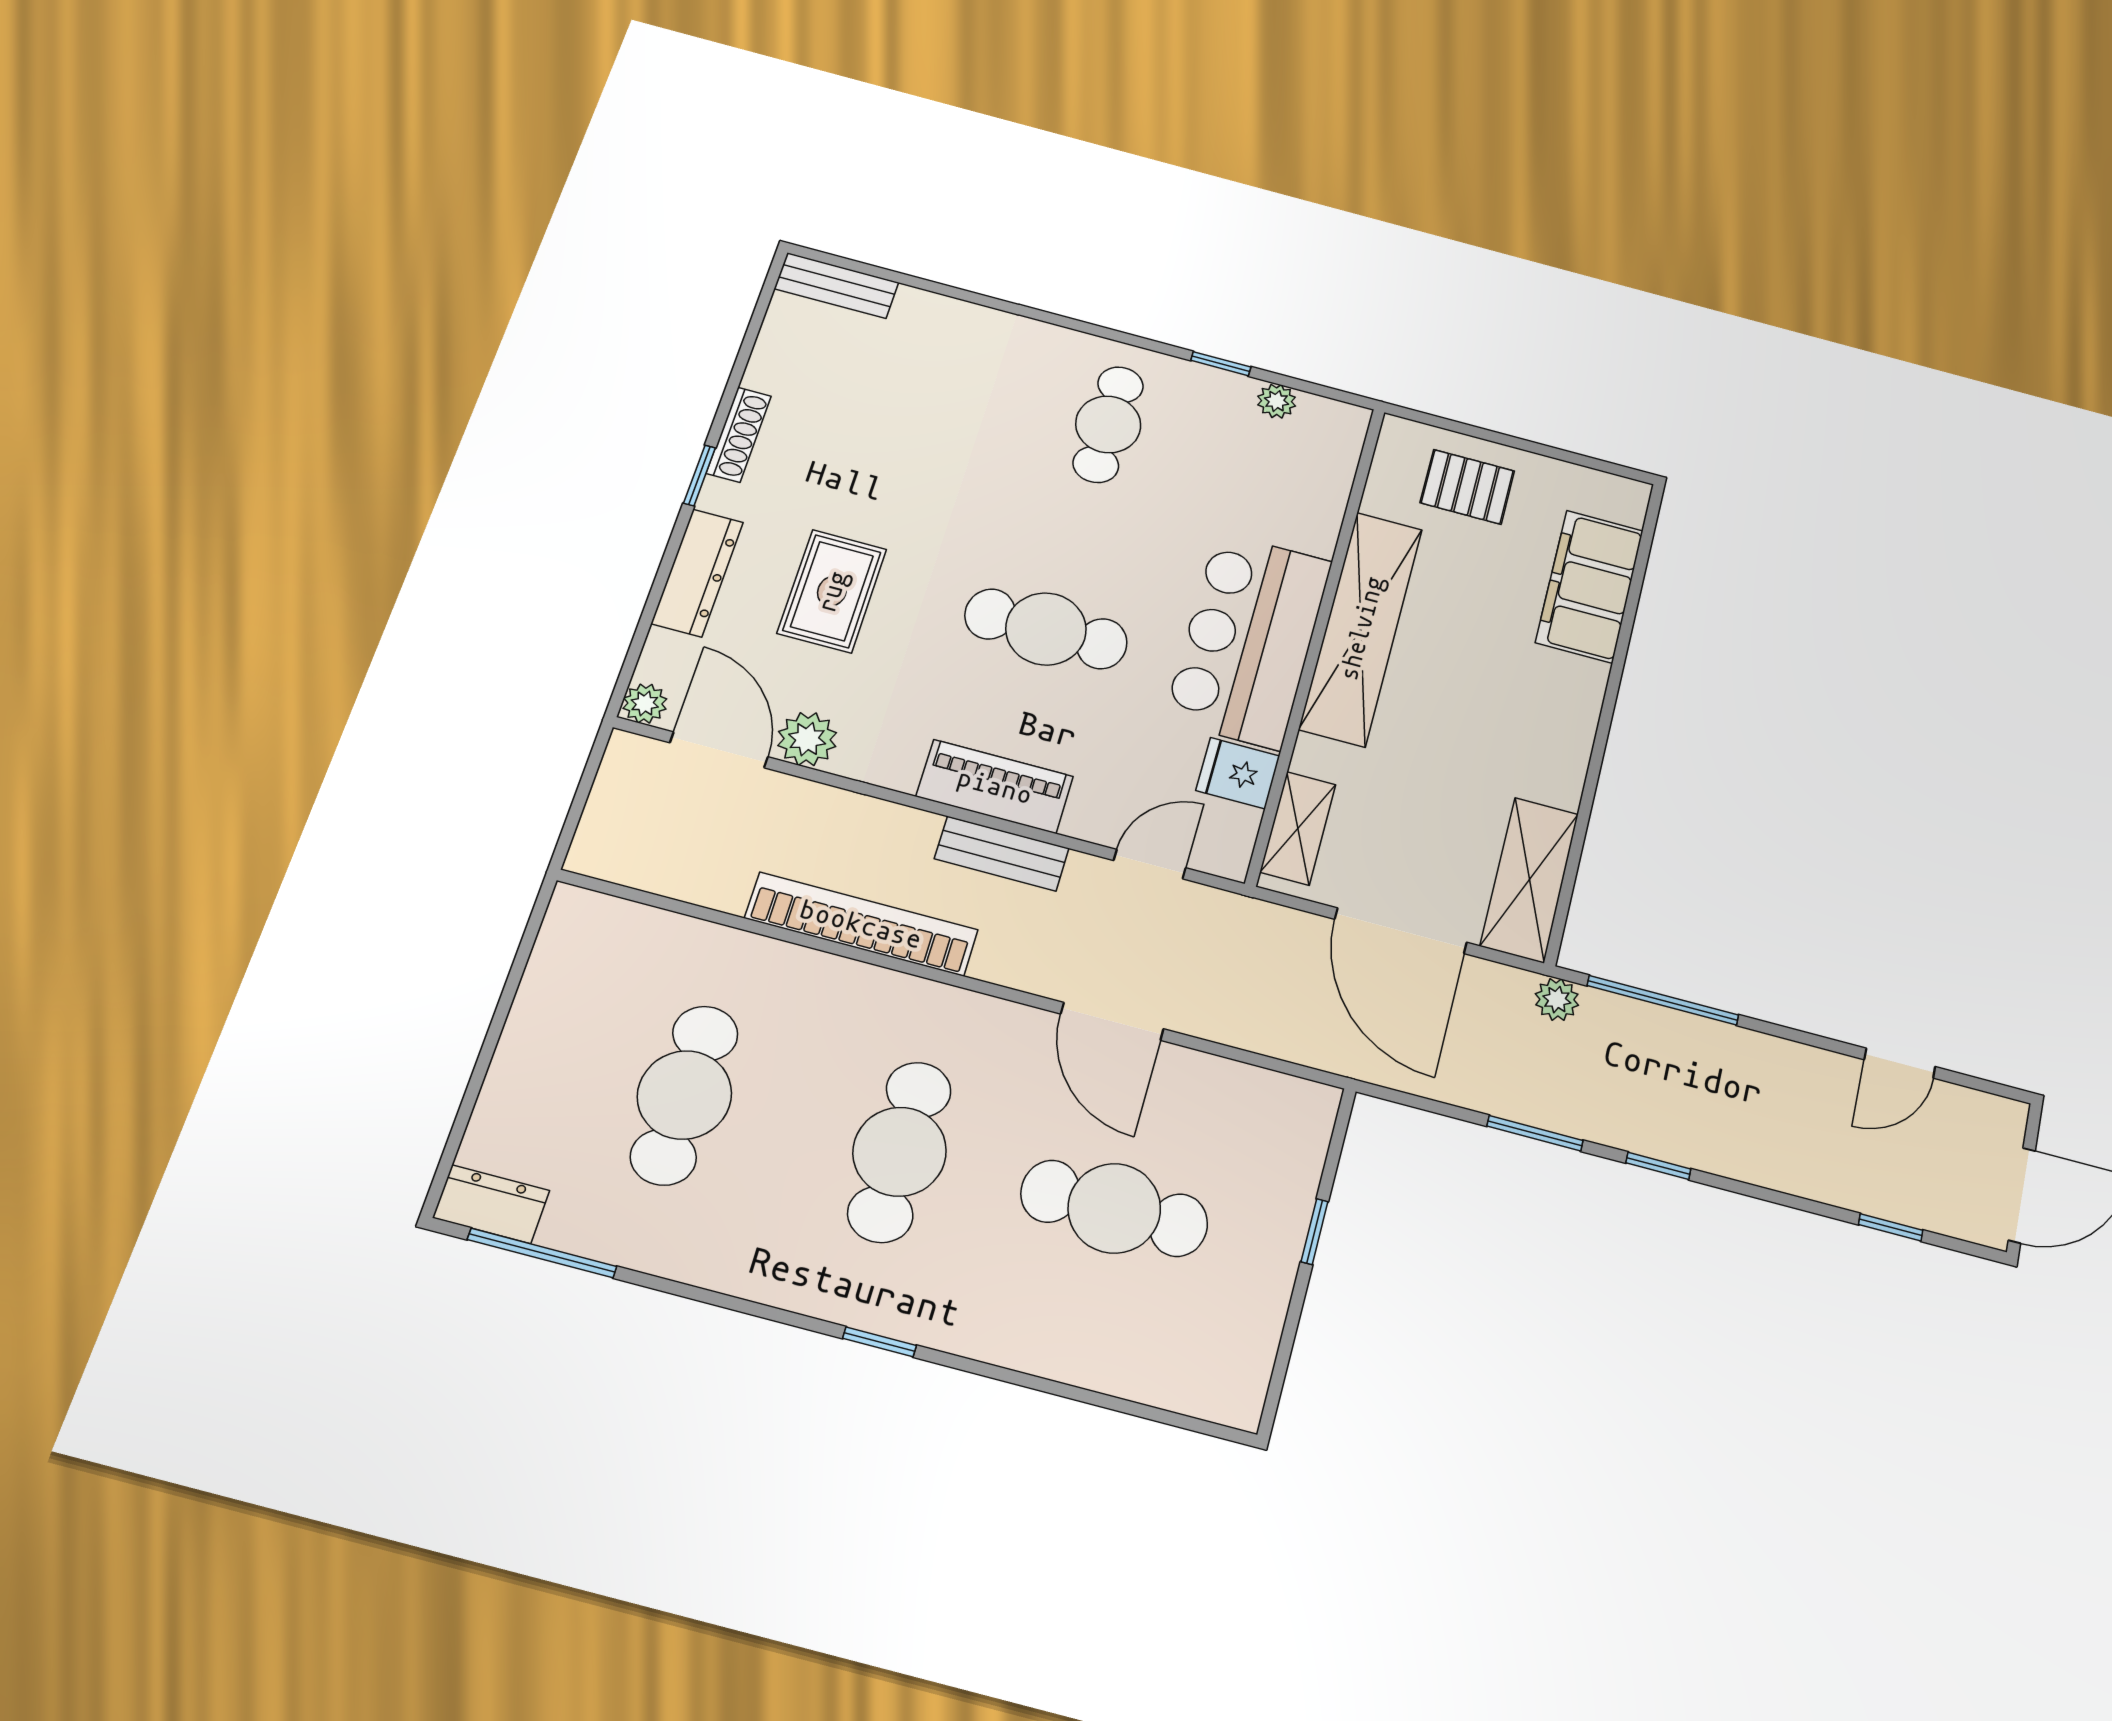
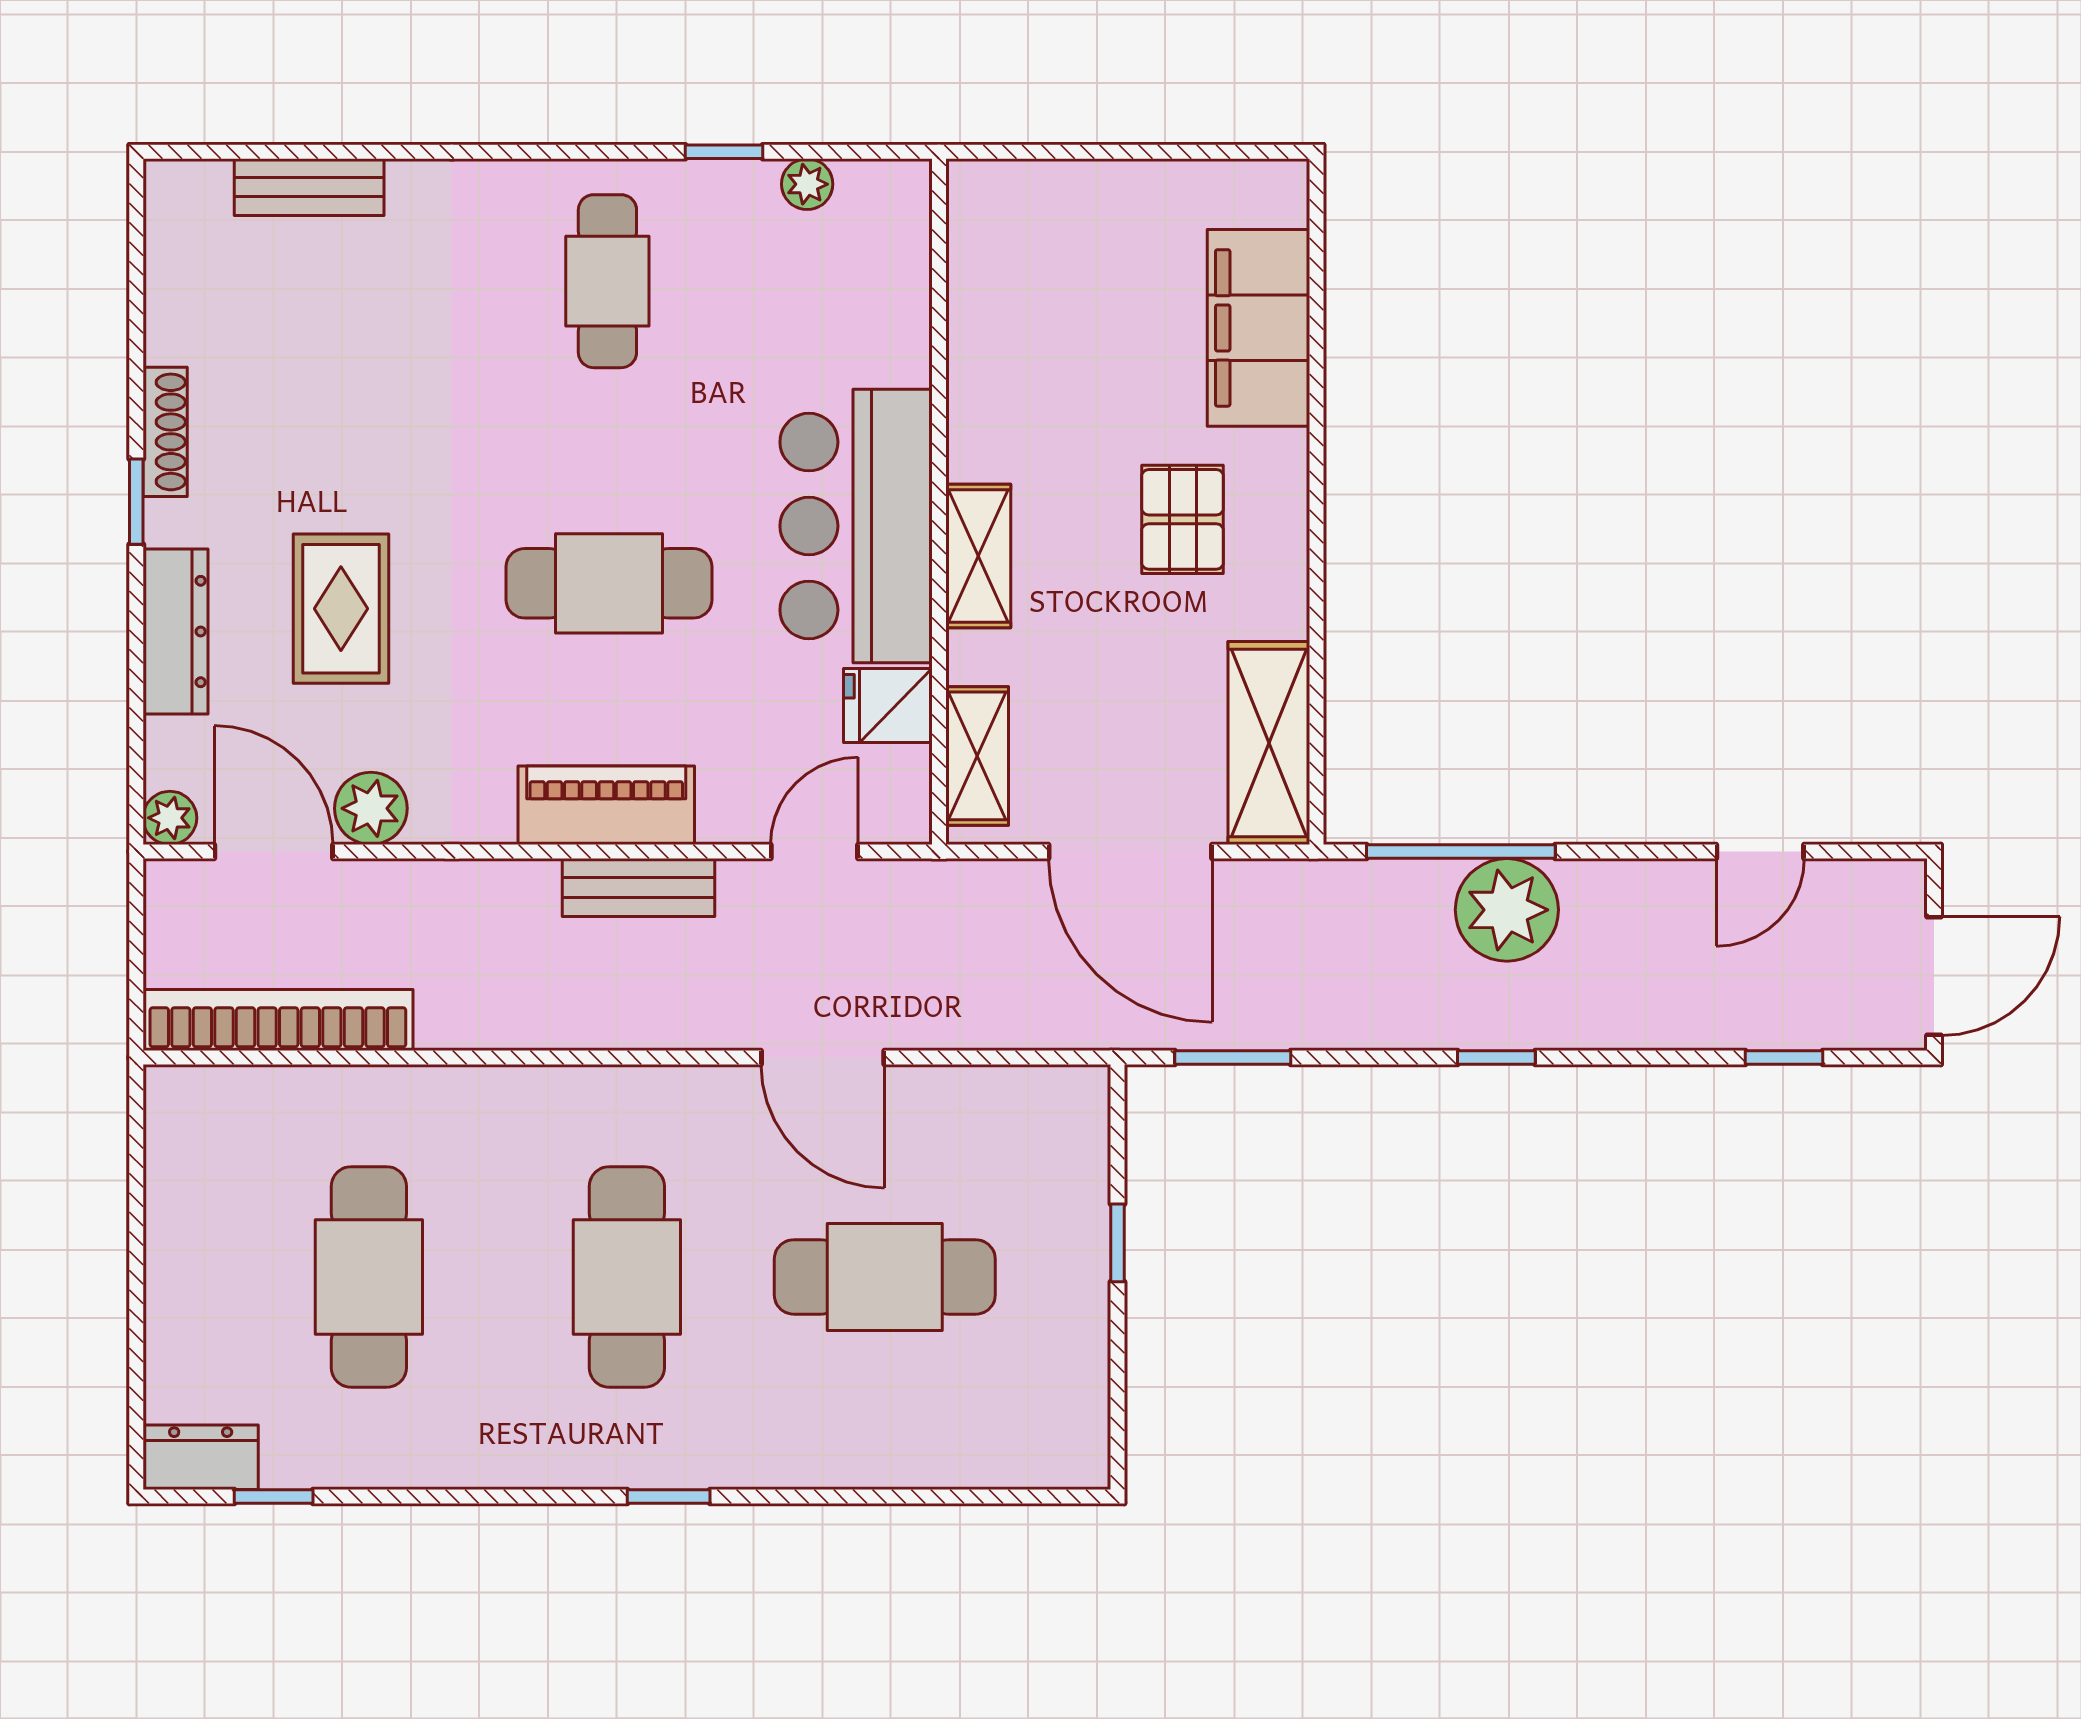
bench: (836, 286) -> (309, 187), moved
pallet: (1467, 487) -> (1183, 519), moved, turned 90
shelving: (1361, 628) -> (978, 556), width x0.45, depth x0.75
bookcase: (861, 924) -> (278, 1020), moved
plant: (1557, 1000) -> (1507, 910), moved, width x1.87, depth x1.87
window: (1535, 1133) -> (1233, 1057), moved
window: (542, 1253) -> (274, 1497), width x0.46

